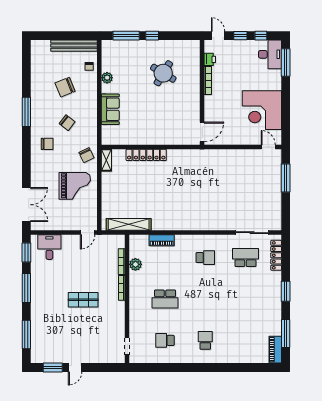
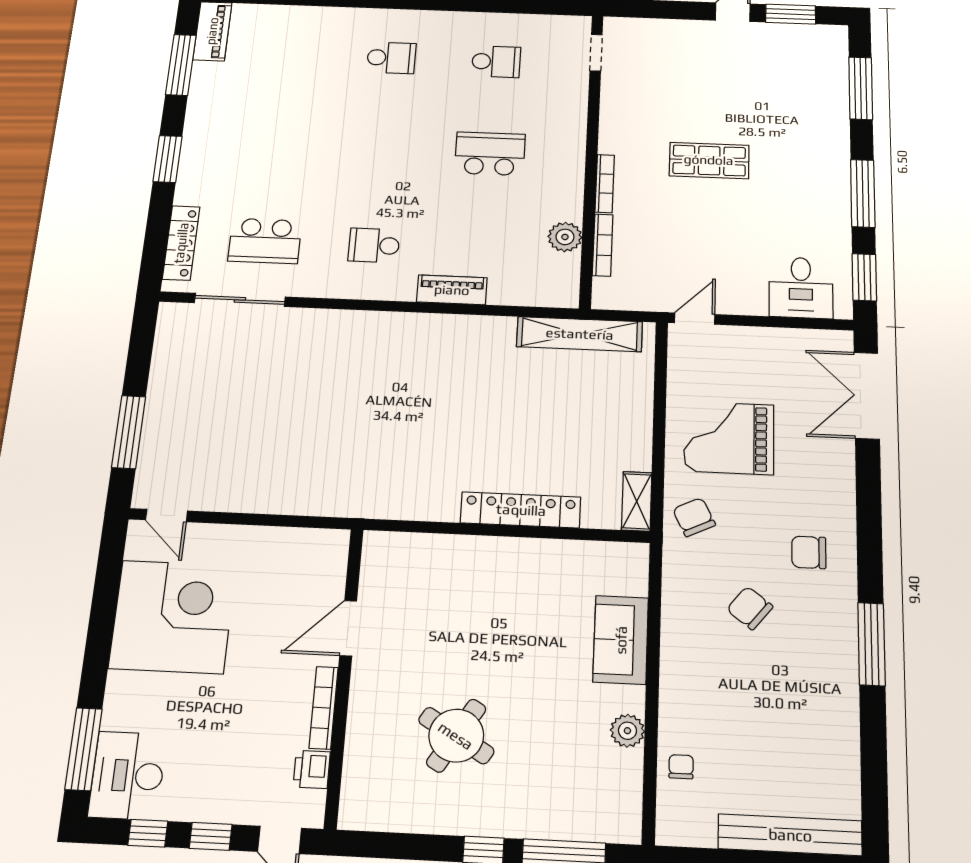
bench: (74, 46) -> (790, 835), moved
chair: (65, 87) -> (755, 709), removed
door: (202, 132) -> (348, 628), moved
piano: (162, 240) -> (452, 290), moved
school desk: (205, 340) -> (391, 58), turned -90

